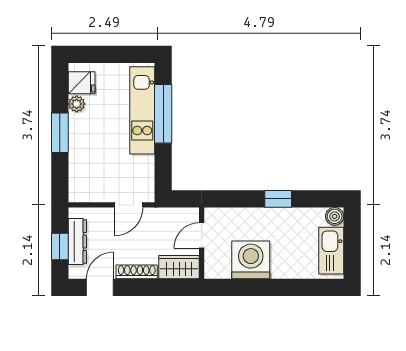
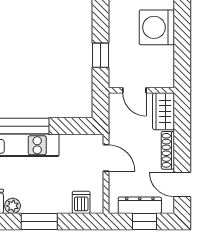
dishwasher: (80, 178) -> (81, 202), added
window: (278, 199) -> (100, 55), moved
washing machine: (251, 260) -> (157, 27), moved

